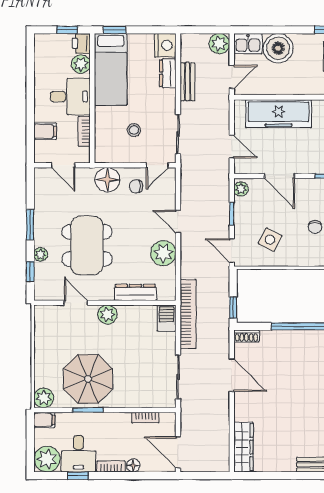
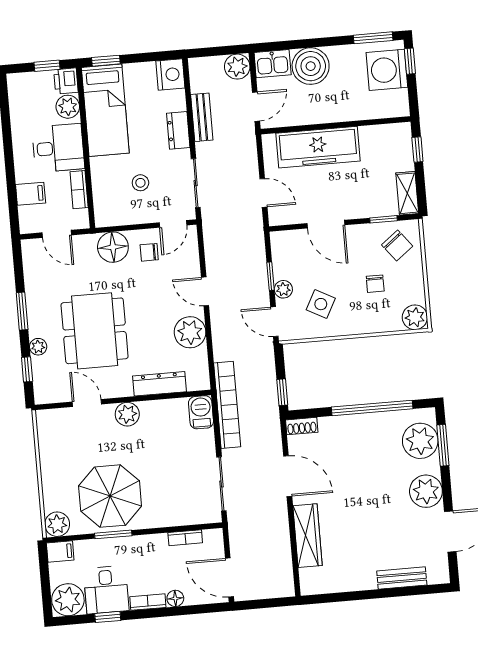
dresser: (168, 73) -> (178, 130), moved
plant: (241, 189) -> (283, 289), moved
wardrobe: (243, 447) -> (308, 536), moved

